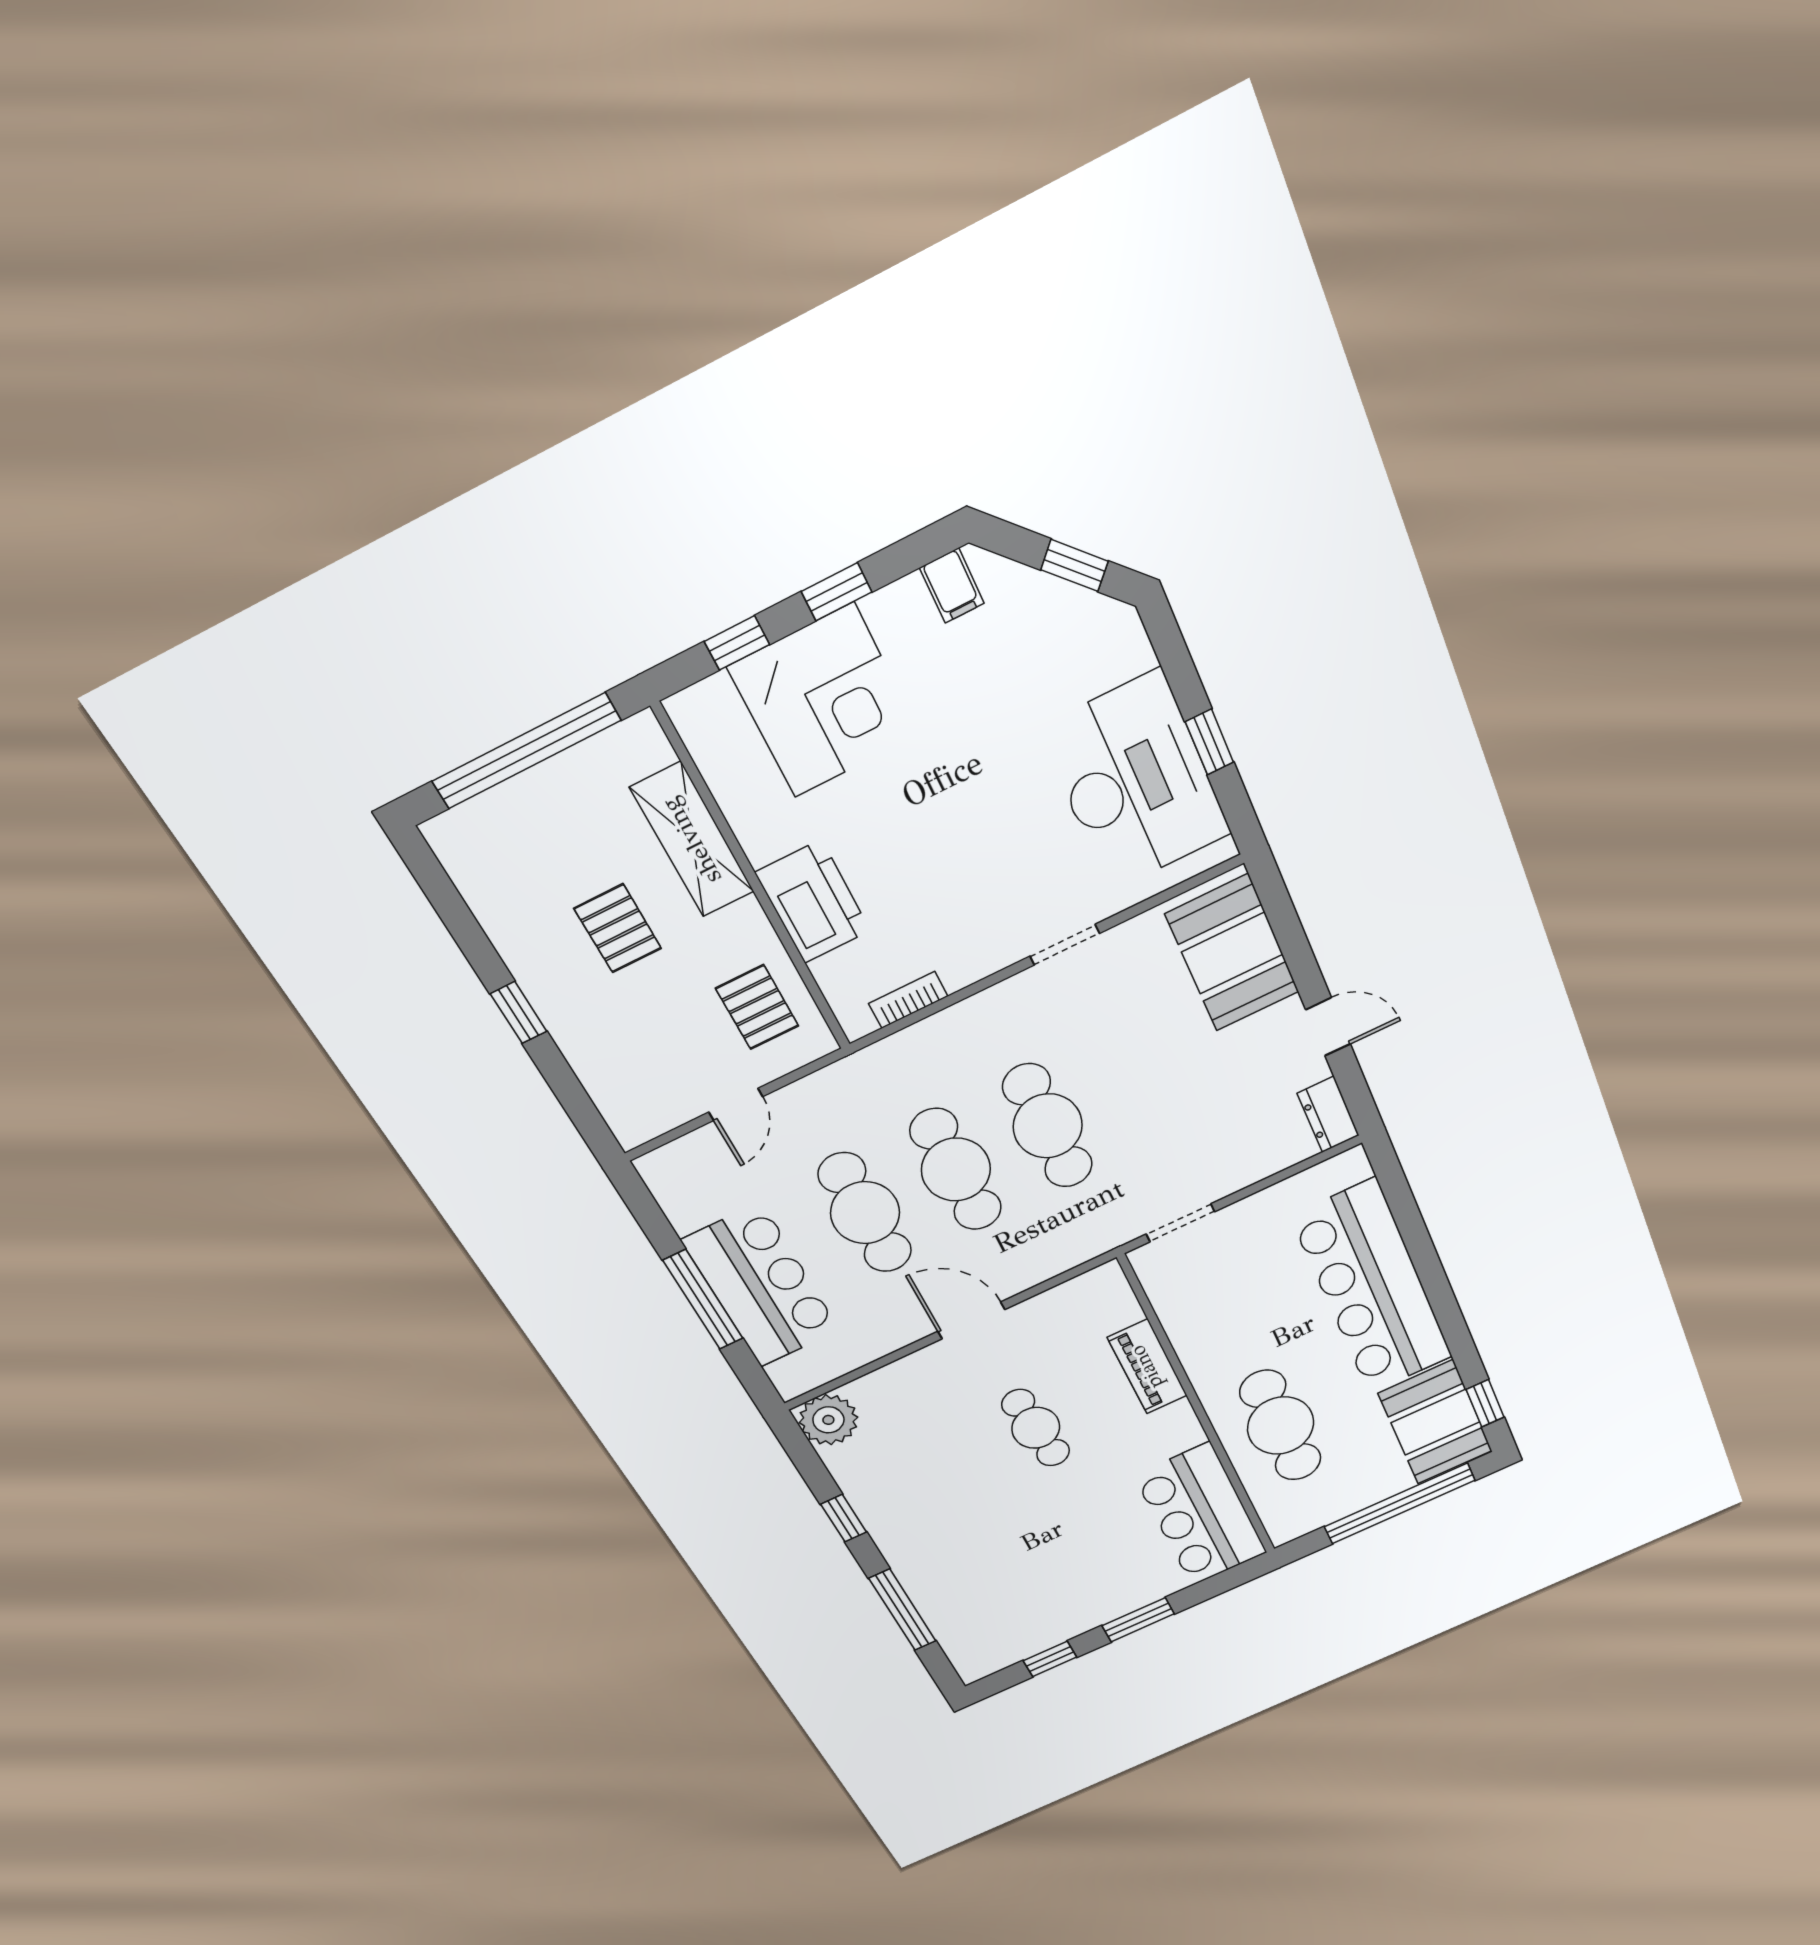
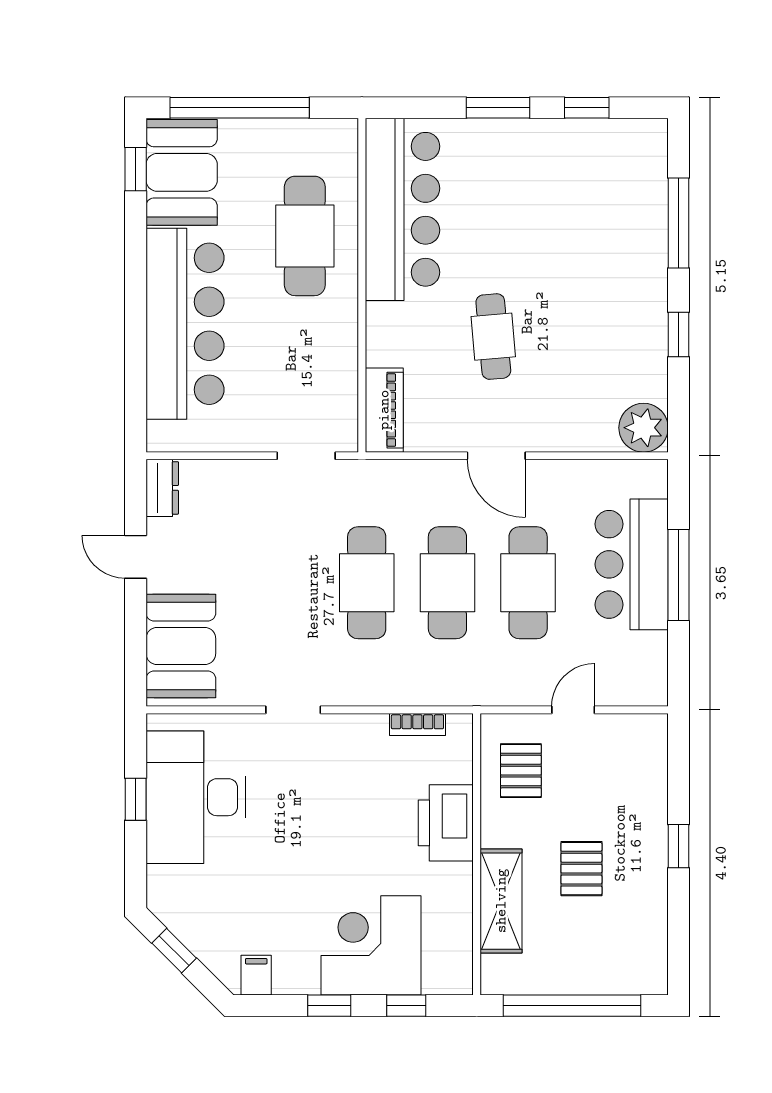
piano: (1147, 1367) -> (384, 410), moved
bar counter: (1201, 1515) -> (402, 209), width x1.36

